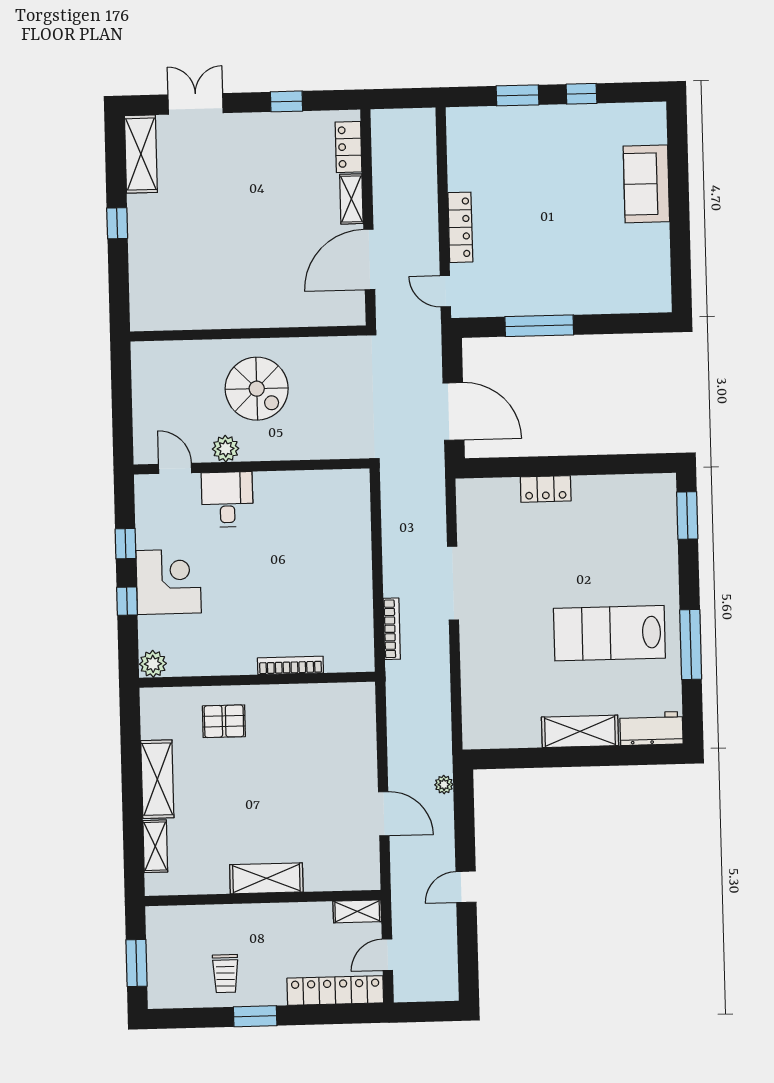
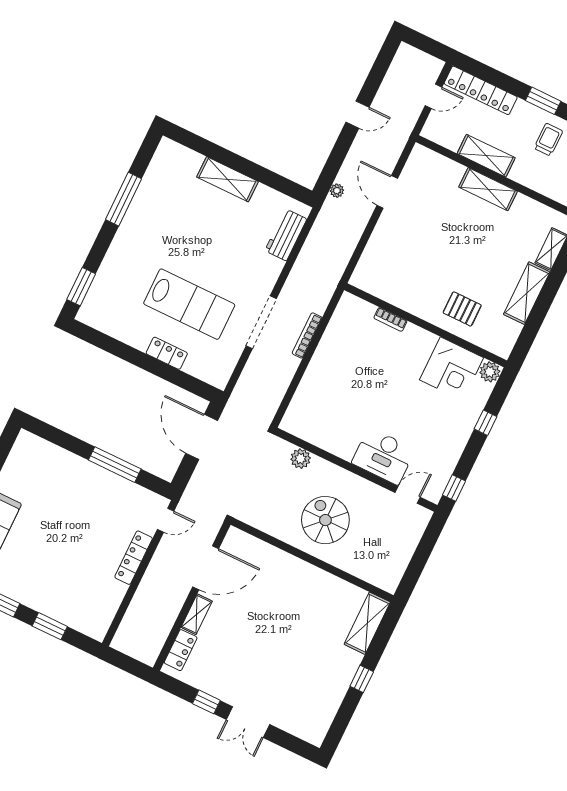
double door: (196, 104) -> (248, 722), moved
shelving: (141, 154) -> (367, 623), moved
door: (445, 291) -> (166, 520), hinge flipped
plant: (226, 449) -> (301, 459), moved
door: (175, 468) -> (408, 495), swing flipped
desk: (227, 499) -> (383, 456), width x1.37
window: (126, 544) -> (454, 488), moved
corner desk: (169, 582) -> (452, 369), moved, turned -90
bookcase: (392, 629) -> (307, 335), moved
lab bench: (609, 633) -> (189, 304), moved
bookcase: (290, 665) -> (390, 319), width x0.64
workbench: (651, 729) -> (286, 235), moved, turned 90
shelving: (357, 911) -> (486, 156), moved, width x1.50, depth x1.33

